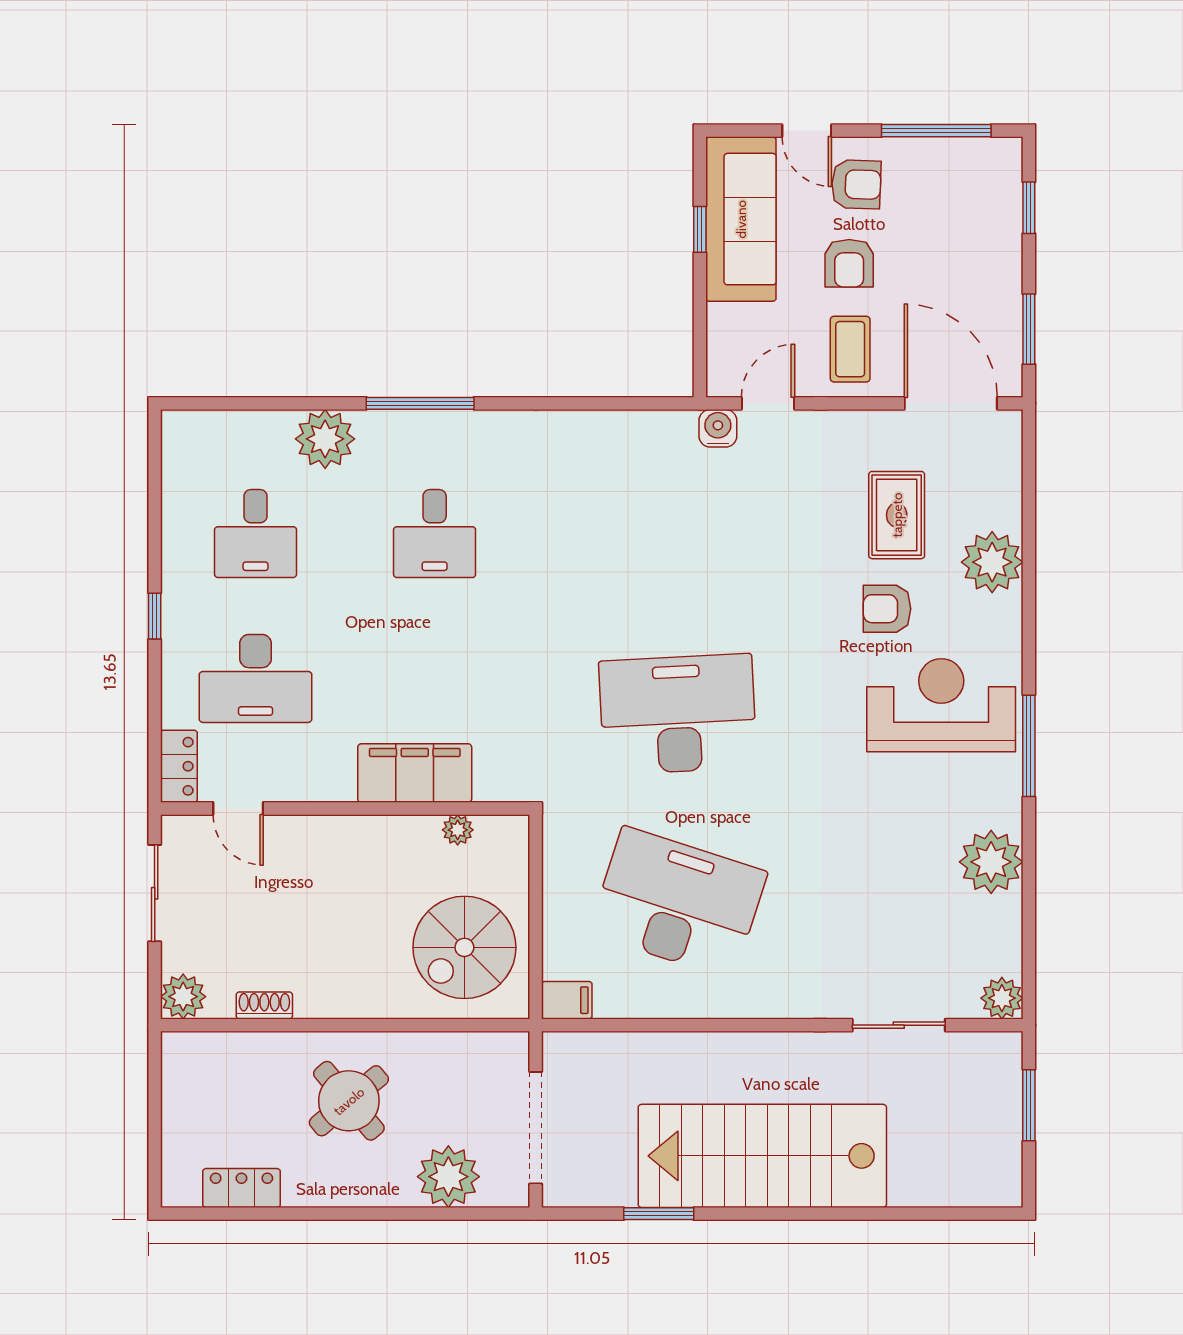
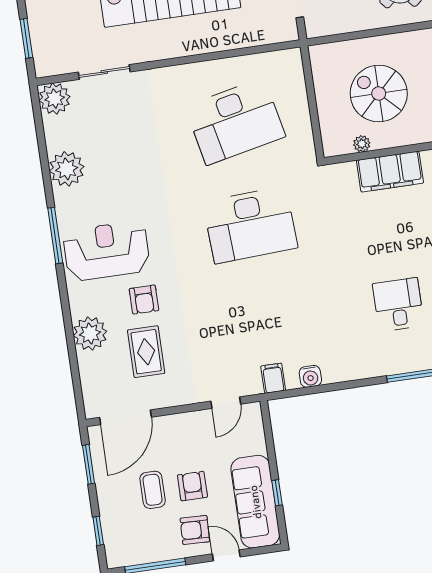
coffee table: (850, 349) -> (153, 490), moved
door: (951, 403) -> (125, 417), hinge flipped
water cooler: (718, 428) -> (310, 376), moved
armchair: (887, 609) -> (144, 300), turned 90
reception desk: (941, 705) -> (106, 251), turned 180
desk: (678, 903) -> (235, 121), turned -30
spiral stairs: (464, 947) -> (379, 93), moved, turned -90
plant: (1002, 998) -> (55, 99), width x1.36, depth x1.36
filing cabinet: (567, 1000) -> (273, 378), moved, turned 90

